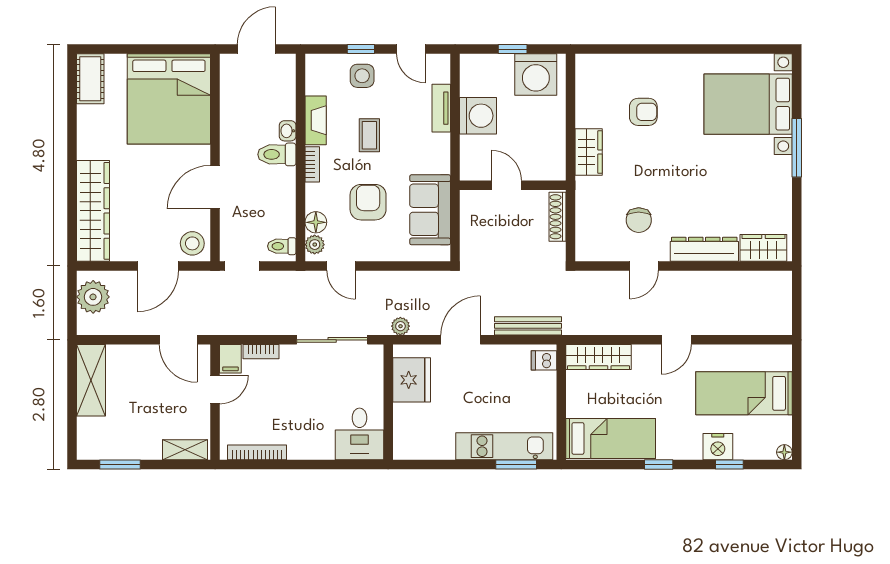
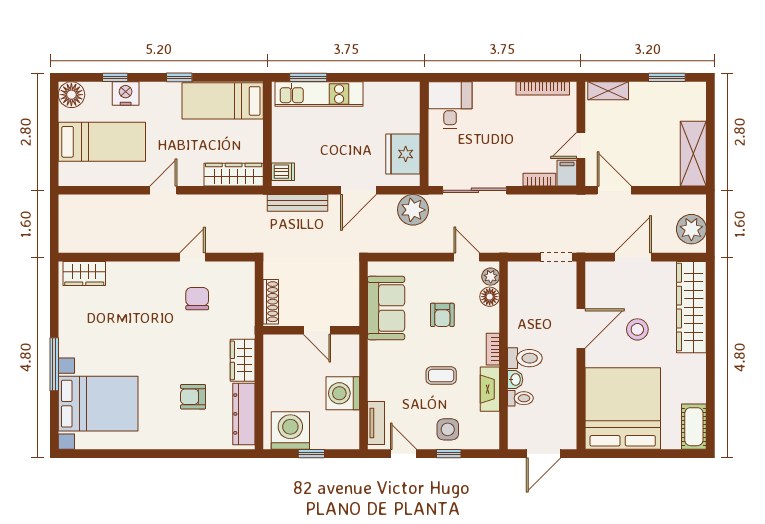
tv unit: (441, 108) -> (376, 423), moved
coffee table: (369, 135) -> (441, 376), turned 90
armchair: (368, 202) -> (442, 315), width x0.72, depth x0.72
stool: (192, 243) -> (637, 329), moved
toilet: (282, 246) -> (520, 398), moved
dresser: (704, 249) -> (244, 414), moved, turned 90
plant: (400, 326) -> (413, 210), width x1.87, depth x1.87
floor lamp: (784, 452) -> (71, 95), width x1.89, depth x1.89

